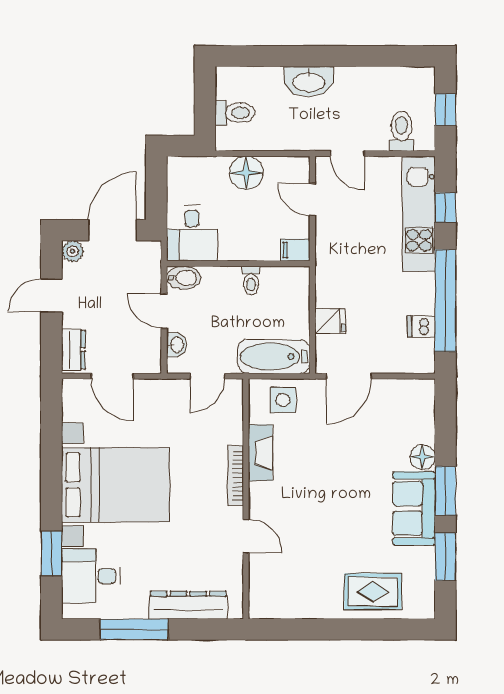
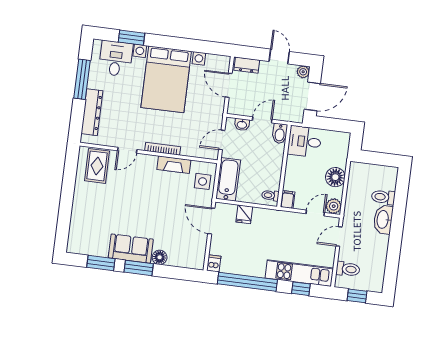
toilet: (235, 113) -> (383, 197), moved, turned 90
plant: (296, 169) -> (334, 206), added
door: (113, 230) -> (312, 96), hinge flipped
toilet: (251, 280) -> (270, 195), moved
dishwasher: (421, 326) -> (214, 263), moved
door: (112, 376) -> (229, 85), hinge flipped
door: (207, 376) -> (222, 140), hinge flipped
rug: (373, 592) -> (97, 166), moved

